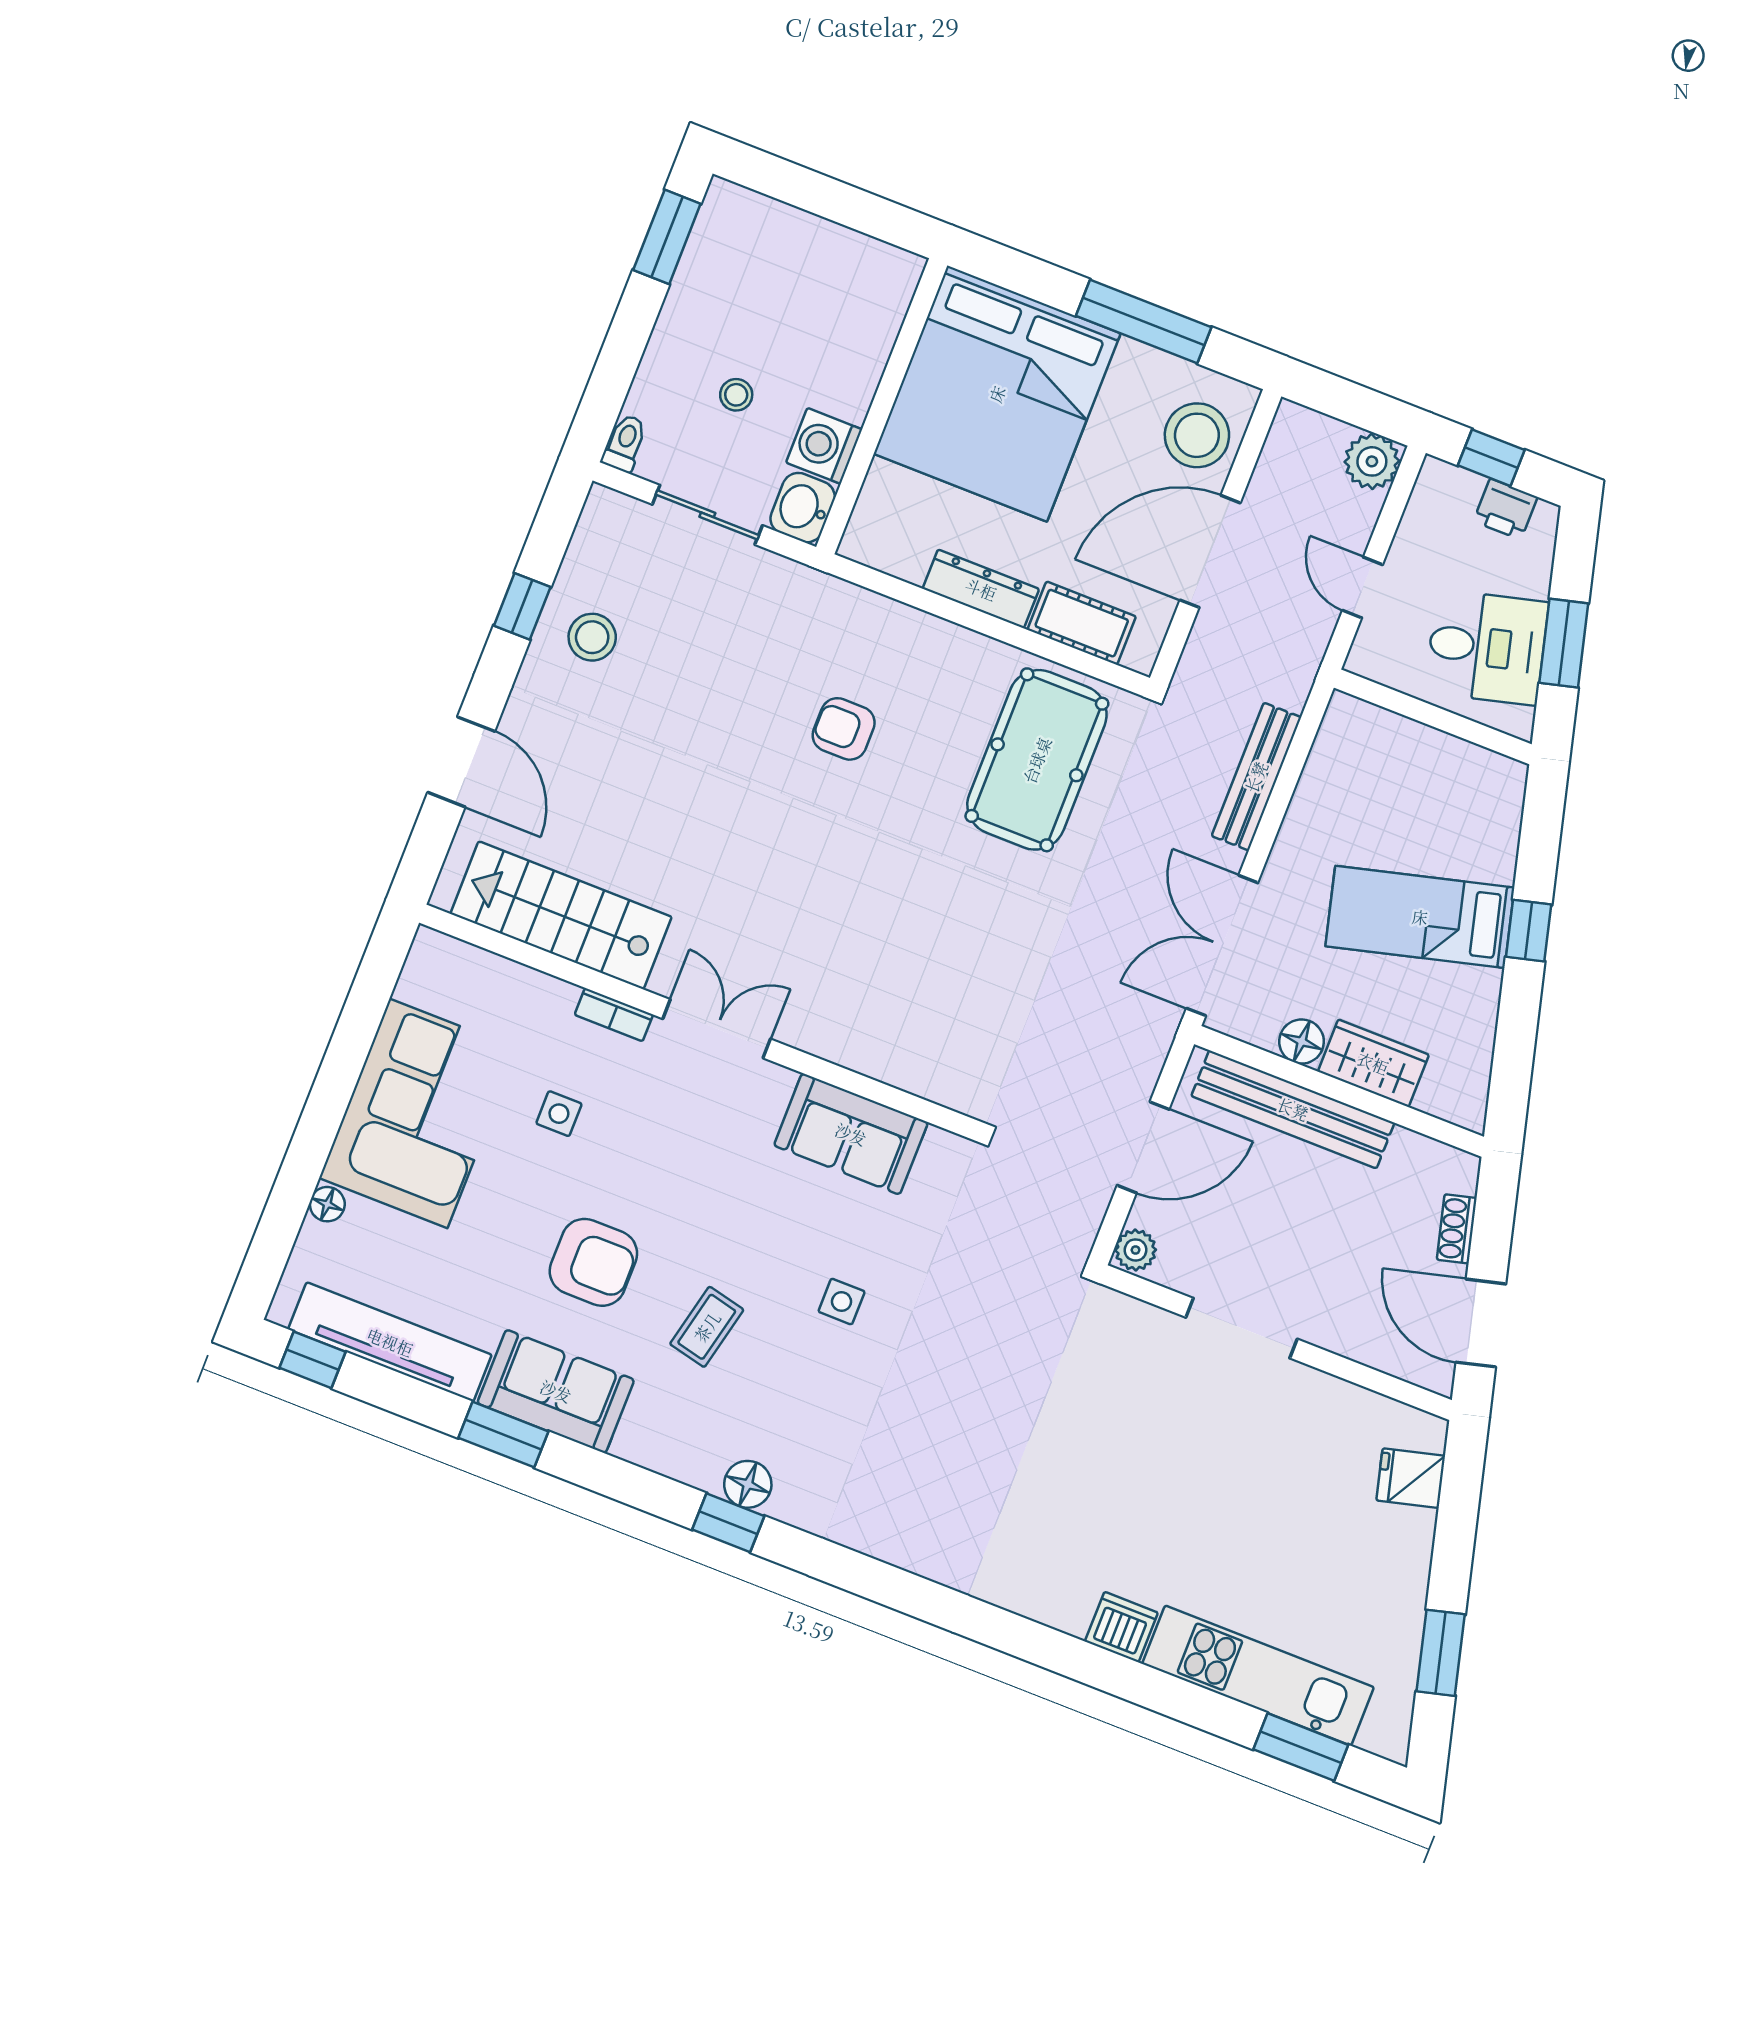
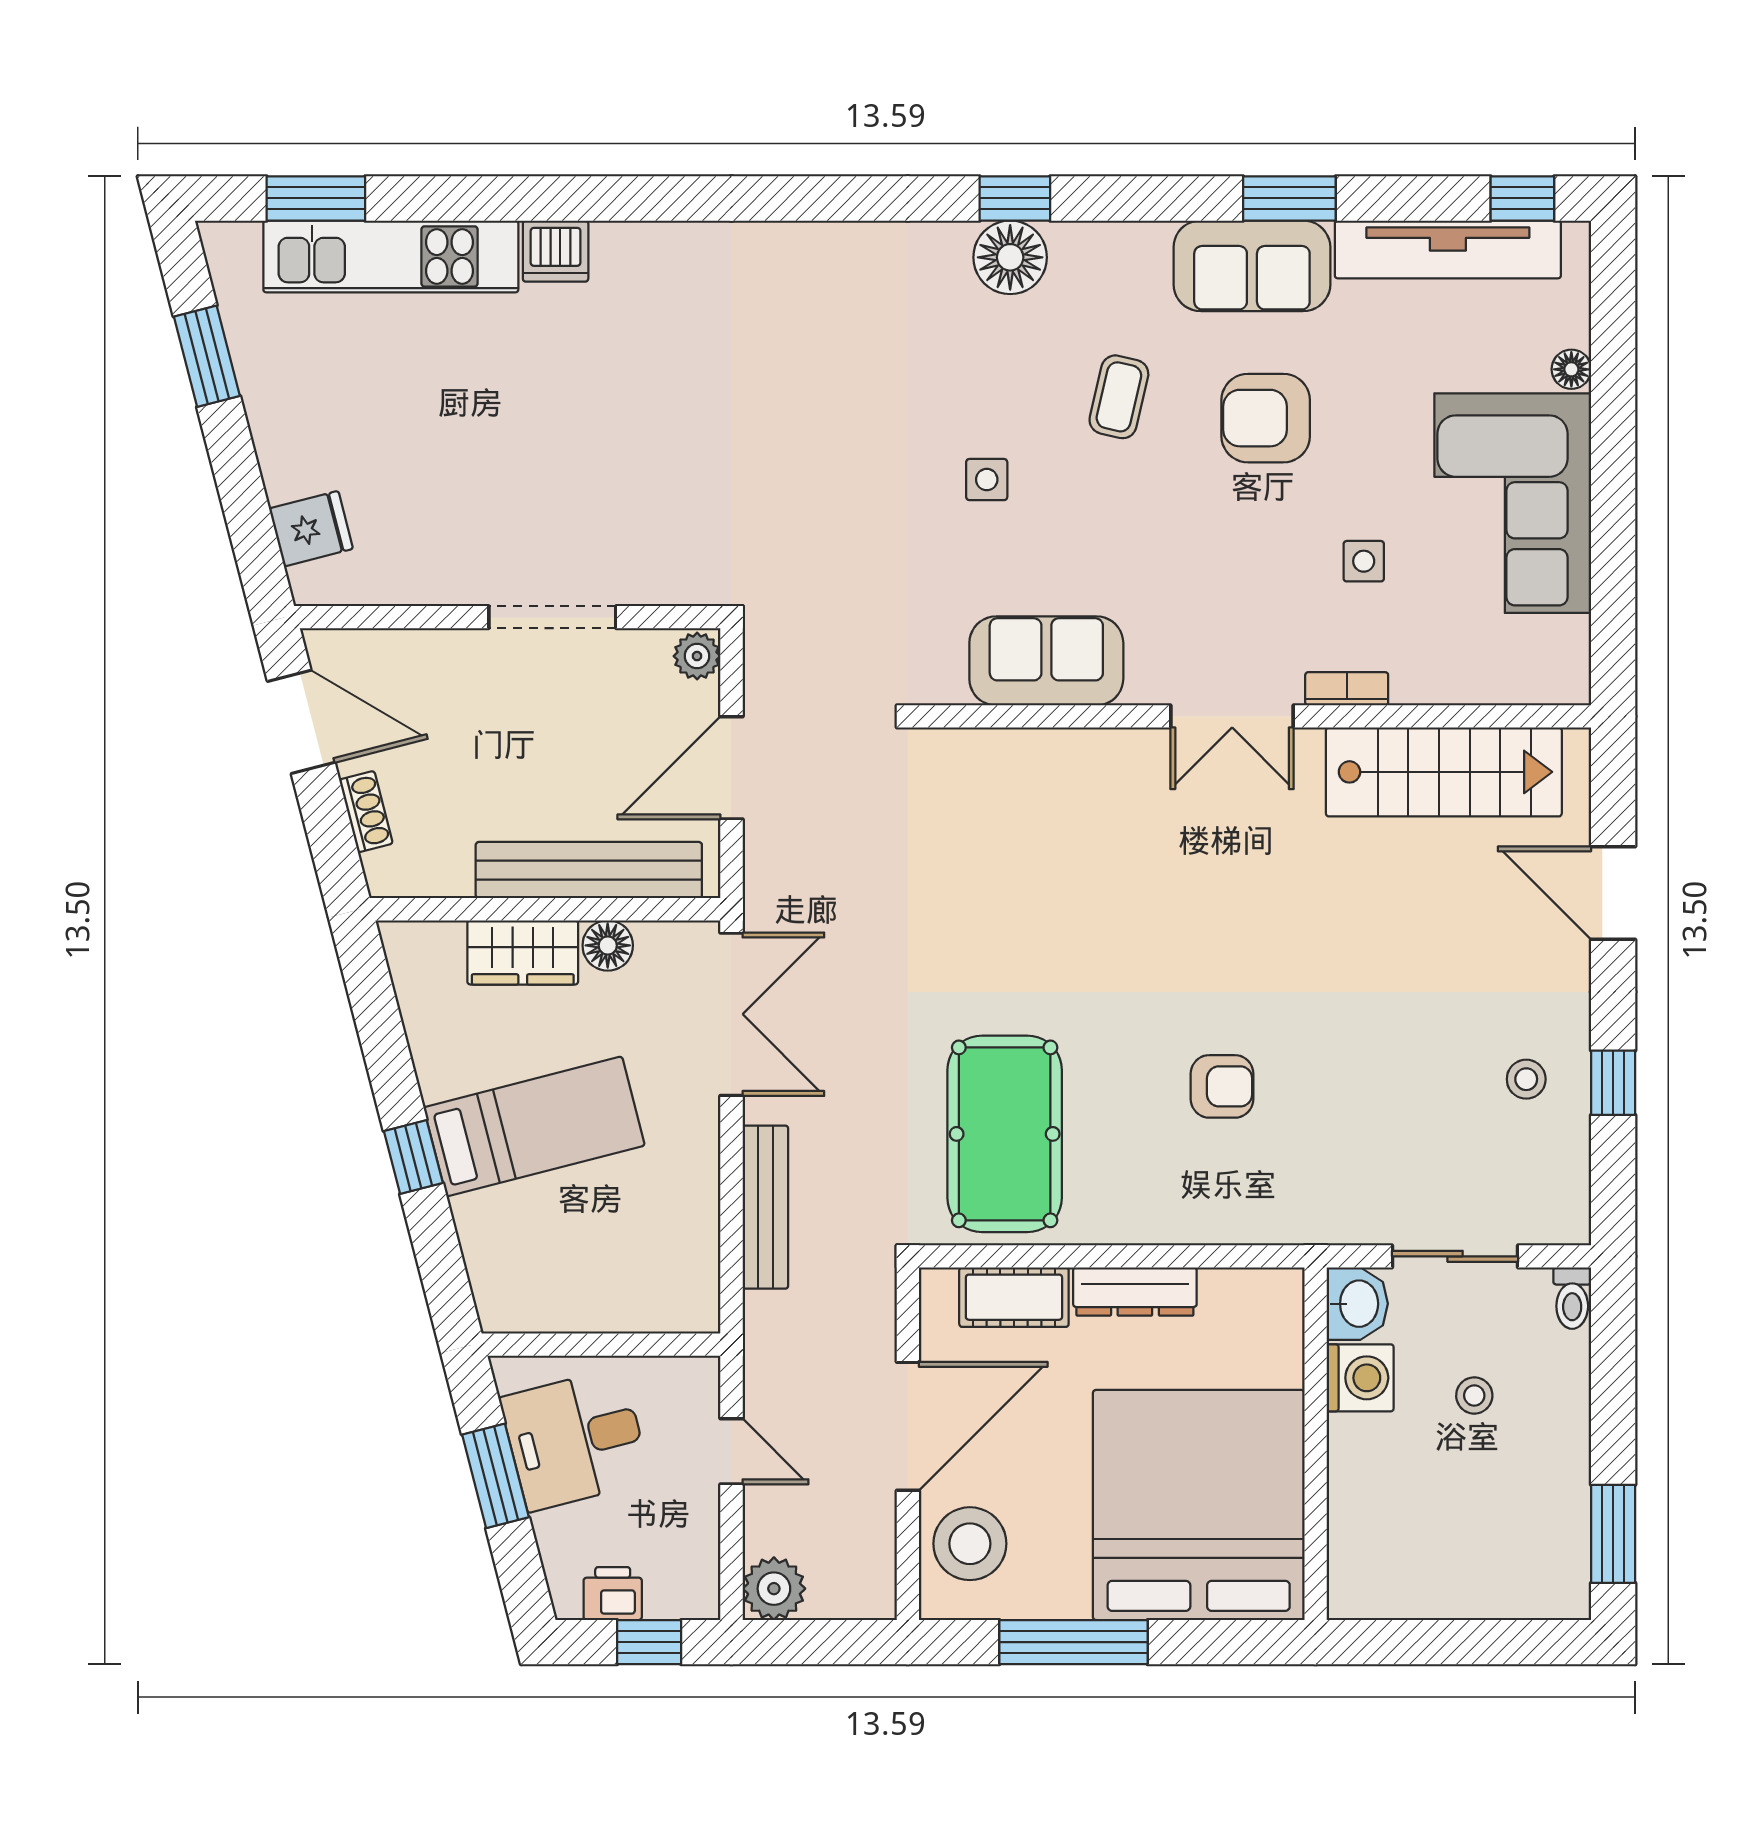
stool: (592, 637) -> (1526, 1079), width x0.73, depth x0.73
floor lamp: (748, 1484) -> (1010, 257), width x1.38, depth x1.38

